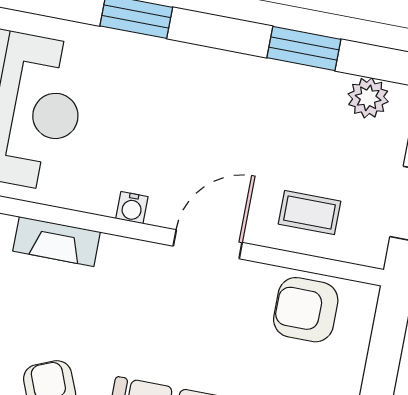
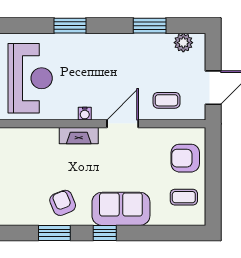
fireplace: (57, 242) -> (79, 136), moved
armchair: (306, 310) -> (185, 158), moved

